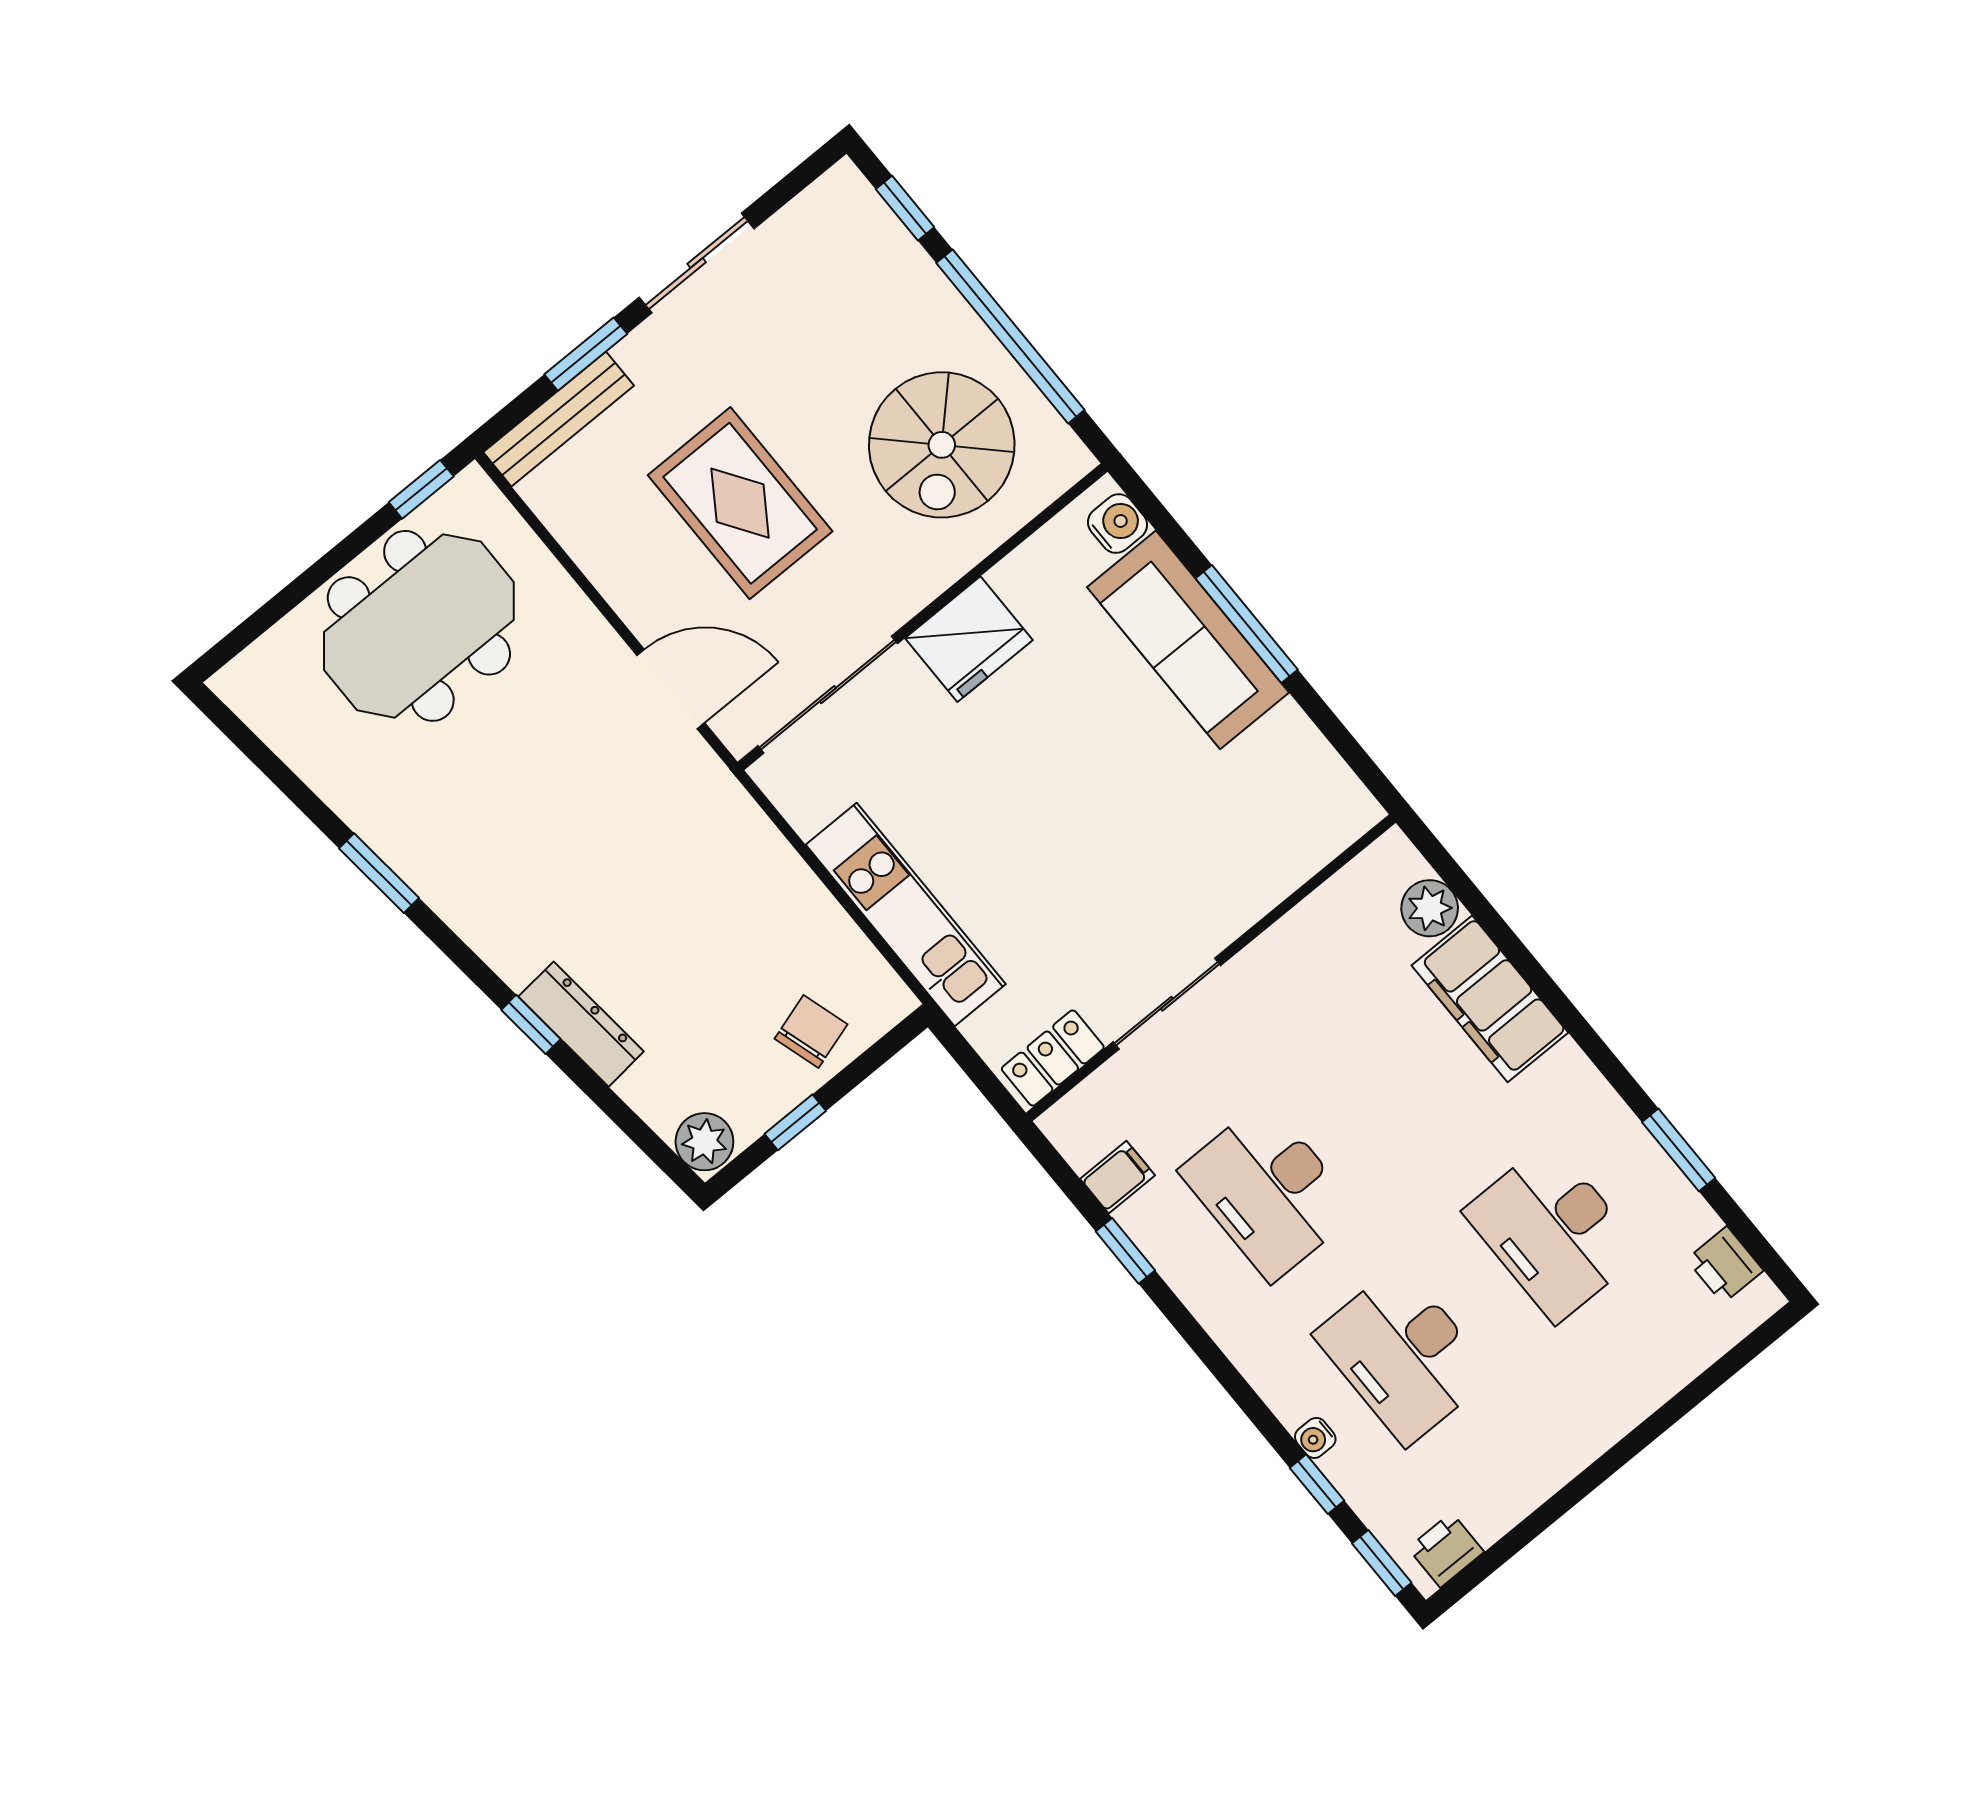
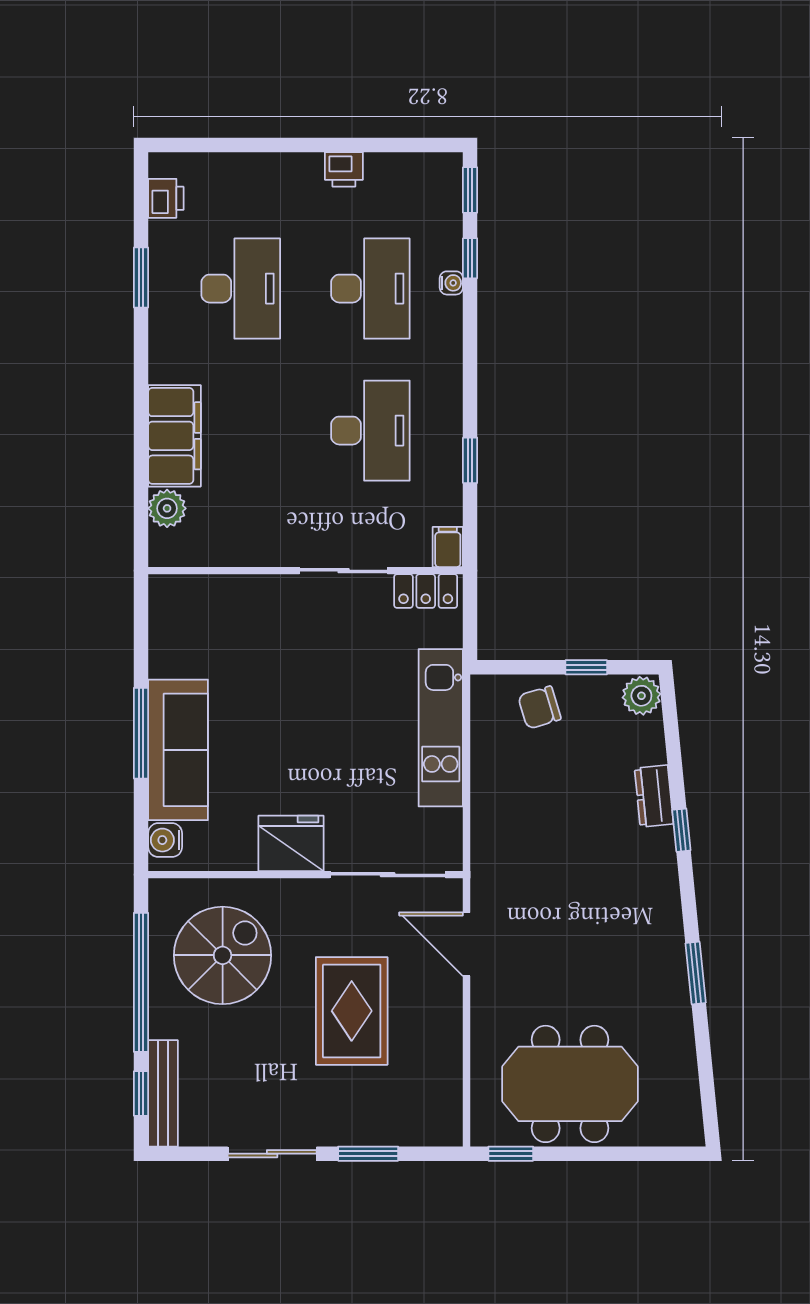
bench: (559, 419) -> (163, 1093), moved, turned 90
dresser: (581, 1024) -> (654, 796), width x0.70
filing cabinet: (1118, 1177) -> (448, 547), moved, turned 90
printer: (1446, 1550) -> (344, 169), moved

